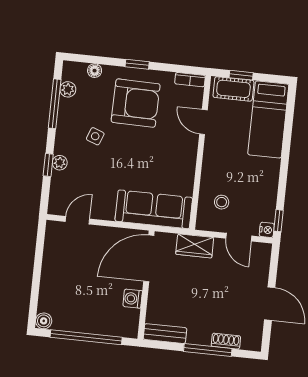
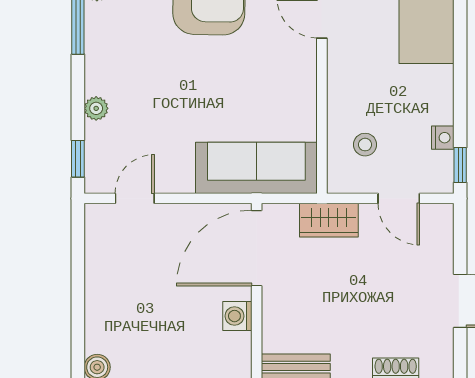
side table: (95, 136) -> (149, 59), removed
window: (48, 165) -> (78, 159), moved
nightstand: (267, 230) -> (443, 138), moved

